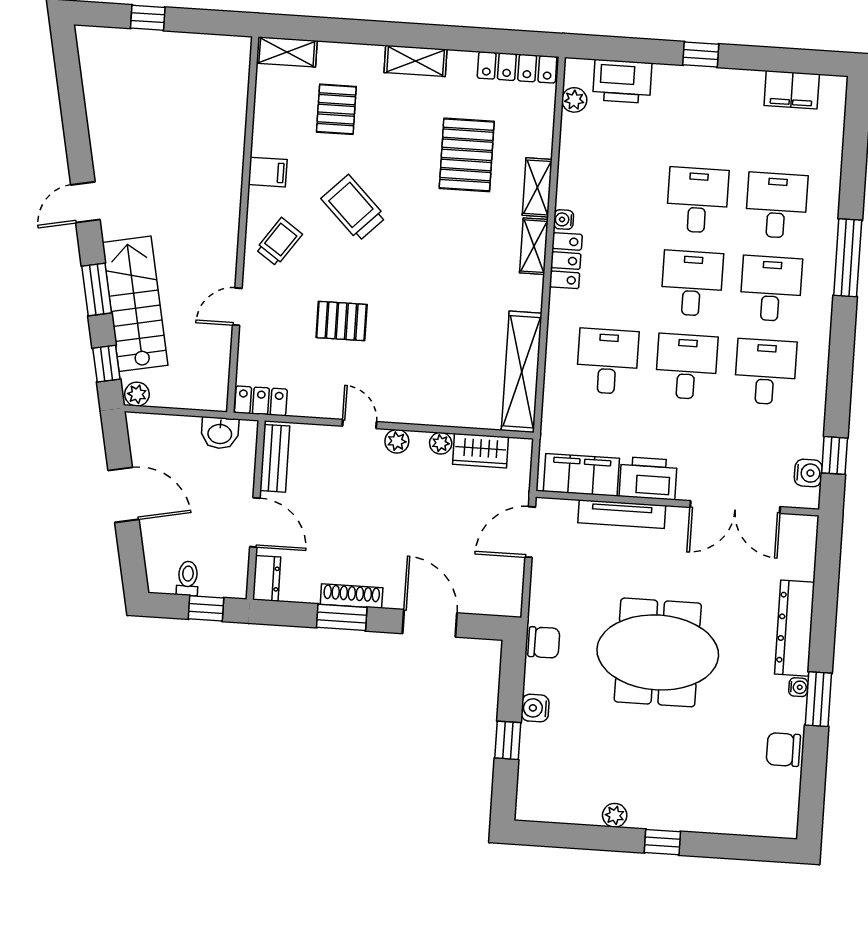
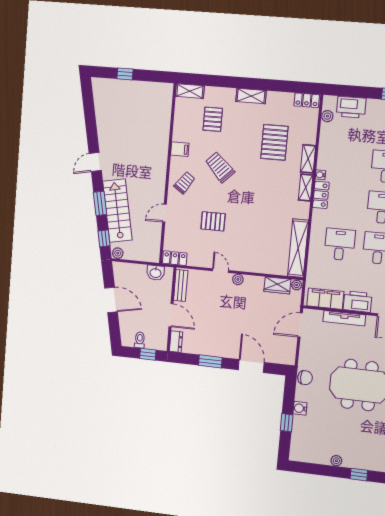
locker: (517, 67) -> (307, 100), width x0.66
plant: (441, 443) -> (297, 285), moved
shoe rack: (352, 596) -> (215, 352), removed

